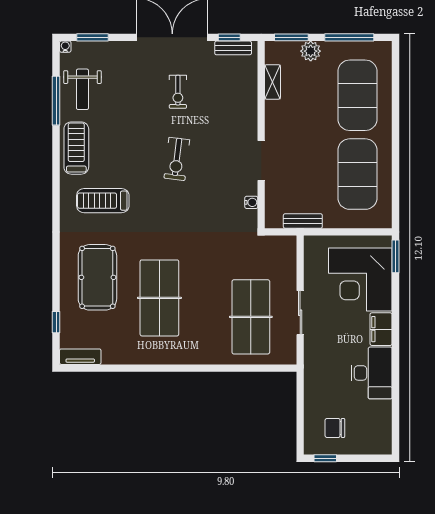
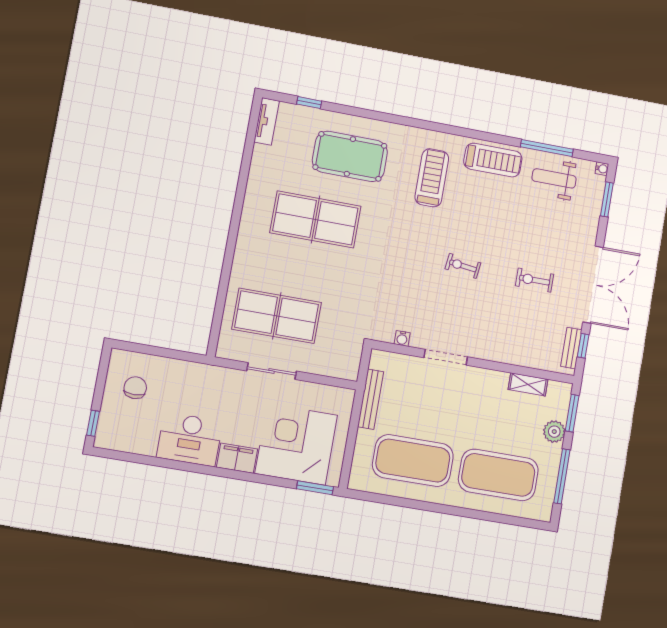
exercise bike: (177, 159) -> (463, 266), width x0.73, depth x0.72
bench: (303, 221) -> (371, 399), width x1.36
window: (325, 458) -> (93, 423), moved

